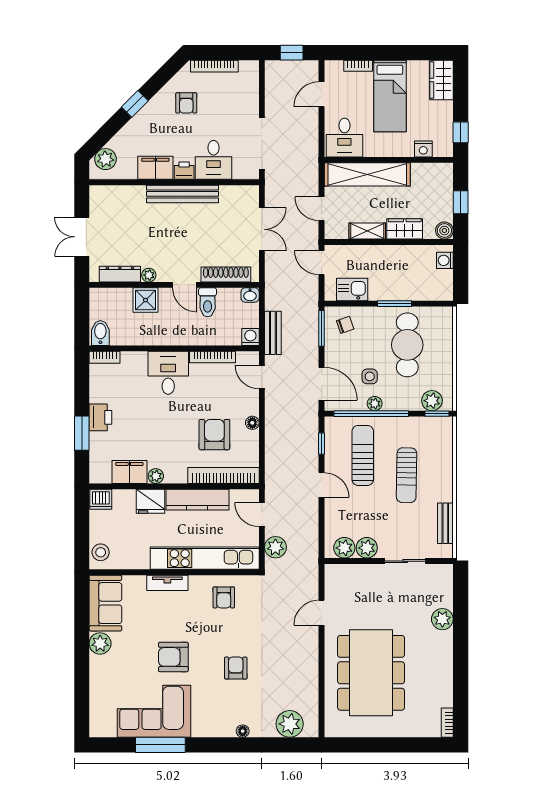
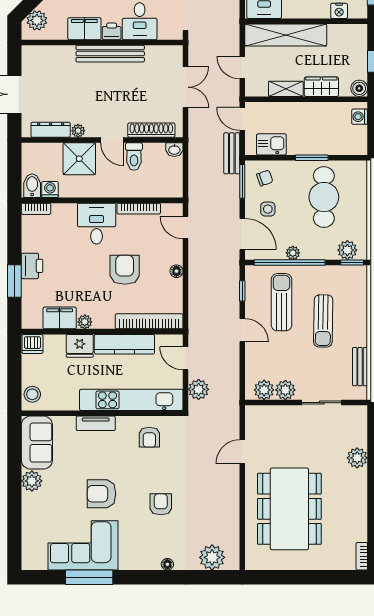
shower: (146, 300) -> (79, 159), width x1.36, depth x1.36
bench: (273, 333) -> (232, 153), moved
washing machine: (250, 337) -> (50, 190), moved
side table: (370, 376) -> (268, 209), moved
armchair: (214, 435) -> (125, 270), moved

